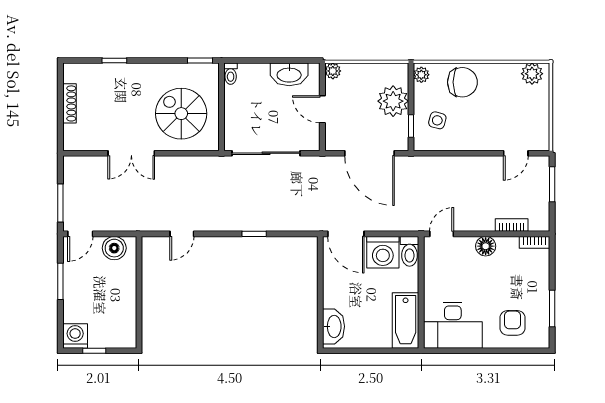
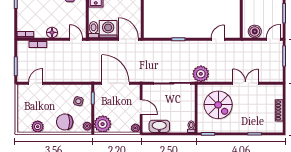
plant: (532, 74) -> (38, 127), moved
plant: (393, 101) -> (103, 124), moved
plant: (213, 170) -> (201, 74), added
door: (442, 234) -> (76, 39), swing flipped

